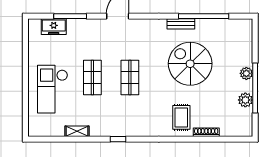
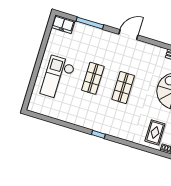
freezer: (54, 27) -> (63, 24), moved
shelving: (77, 131) -> (67, 118), removed

